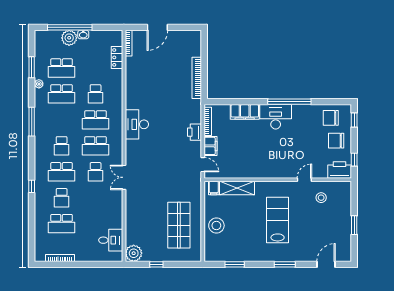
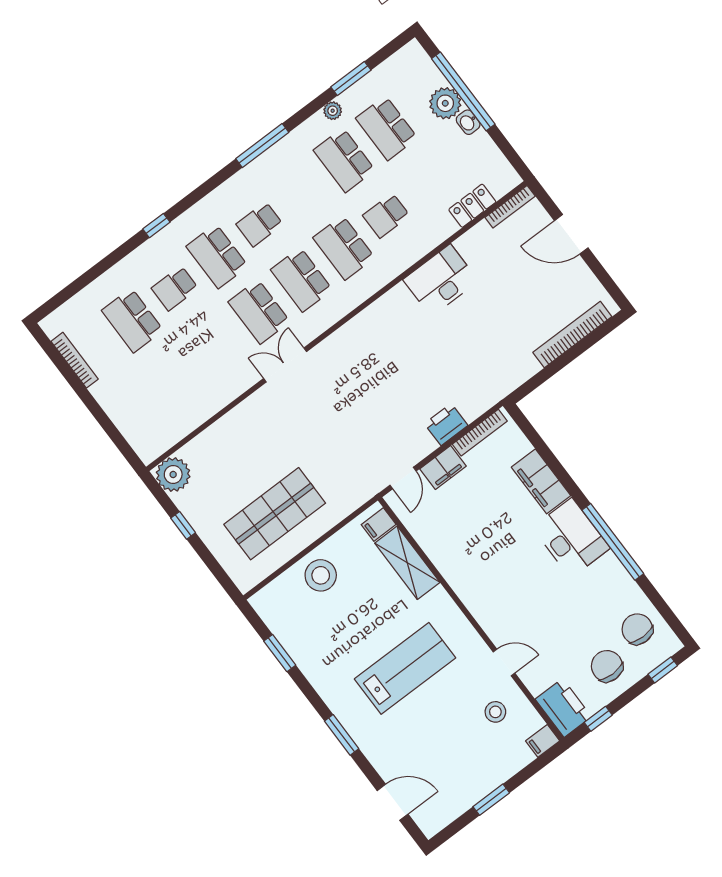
bookcase: (197, 78) -> (572, 334), moved
desk: (137, 124) -> (441, 280), moved
school desk: (96, 172) -> (259, 312), width x1.85
filing cabinet: (346, 188) -> (543, 741), added
desk: (111, 240) -> (166, 421), removed

